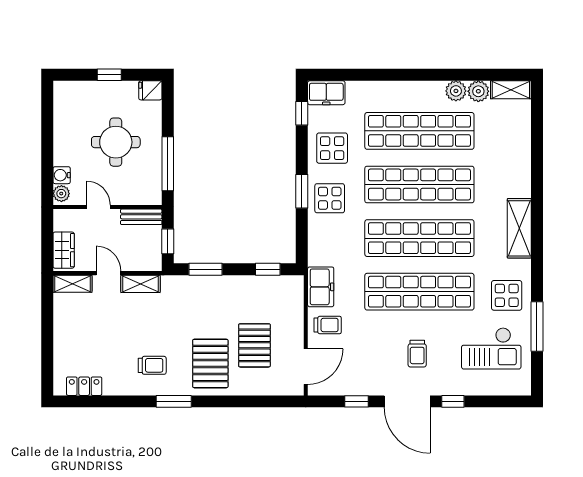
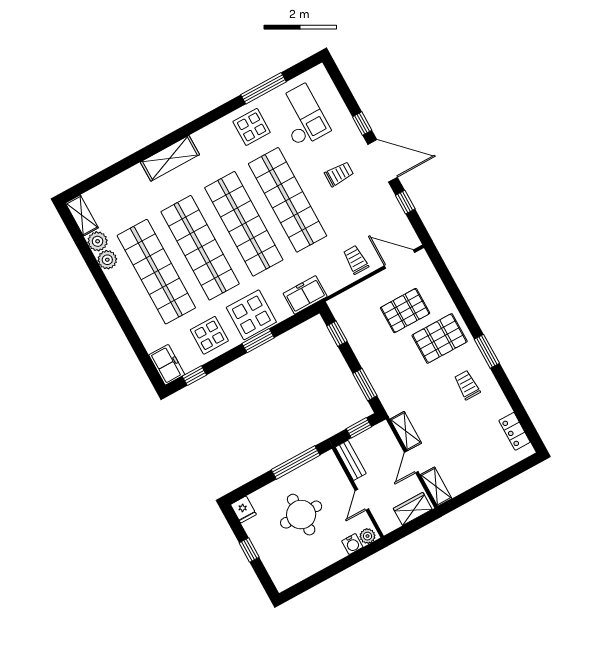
display table: (330, 198) -> (251, 315), width x1.36, depth x1.36
shelving: (519, 228) -> (170, 158), moved
freezer: (321, 287) -> (305, 295), moved
door: (407, 401) -> (383, 161), hinge flipped

